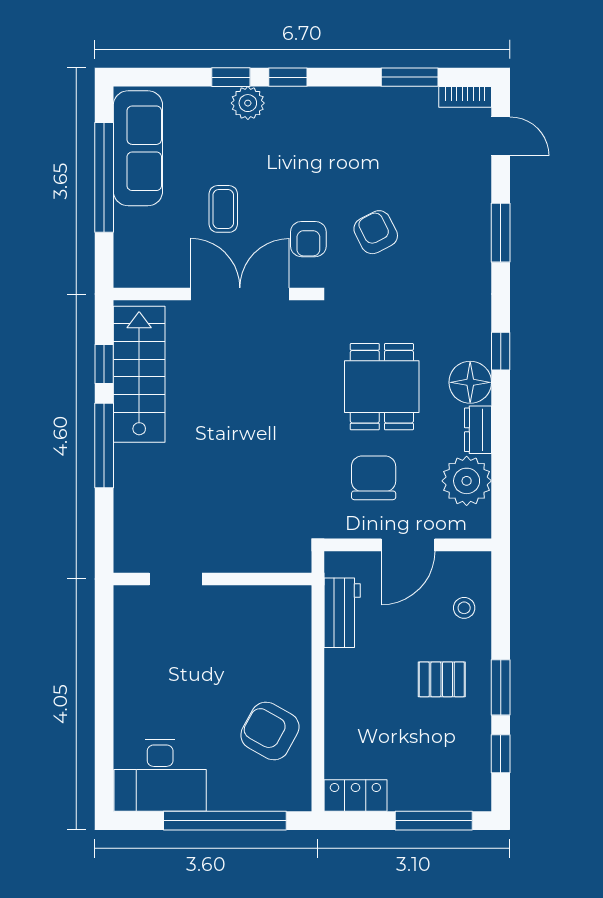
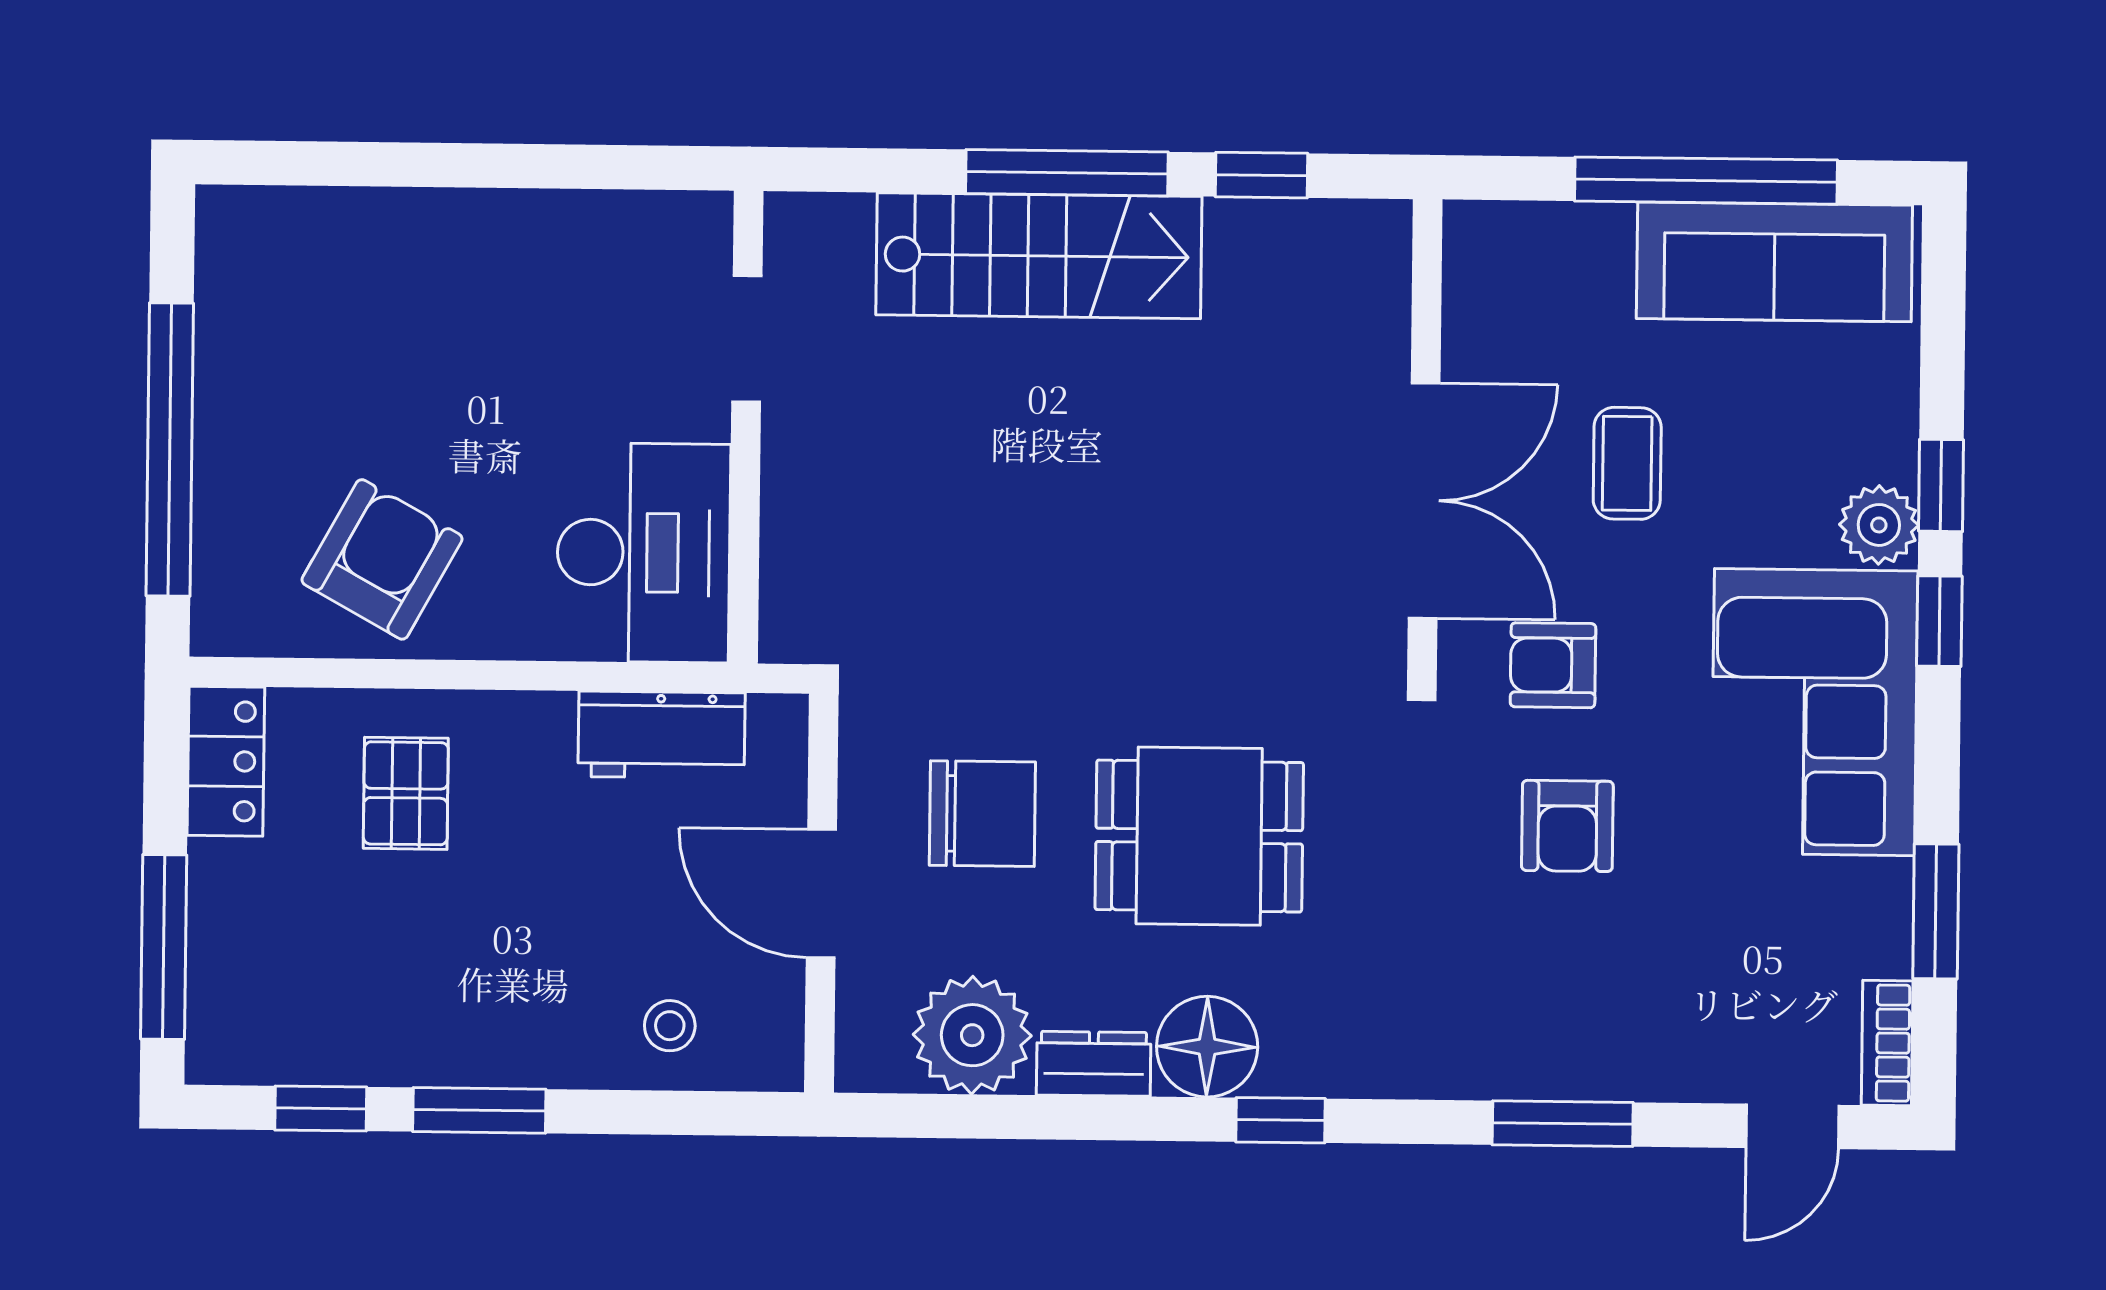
corner sofa: (327, 129) -> (1814, 712), added
coffee table: (223, 209) -> (1627, 463), turned 90
armchair: (376, 232) -> (1567, 826), turned 117
stairs: (139, 374) -> (1039, 256), moved
pallet: (442, 679) -> (406, 793), moved
desk: (160, 775) -> (644, 553), moved, turned 180

